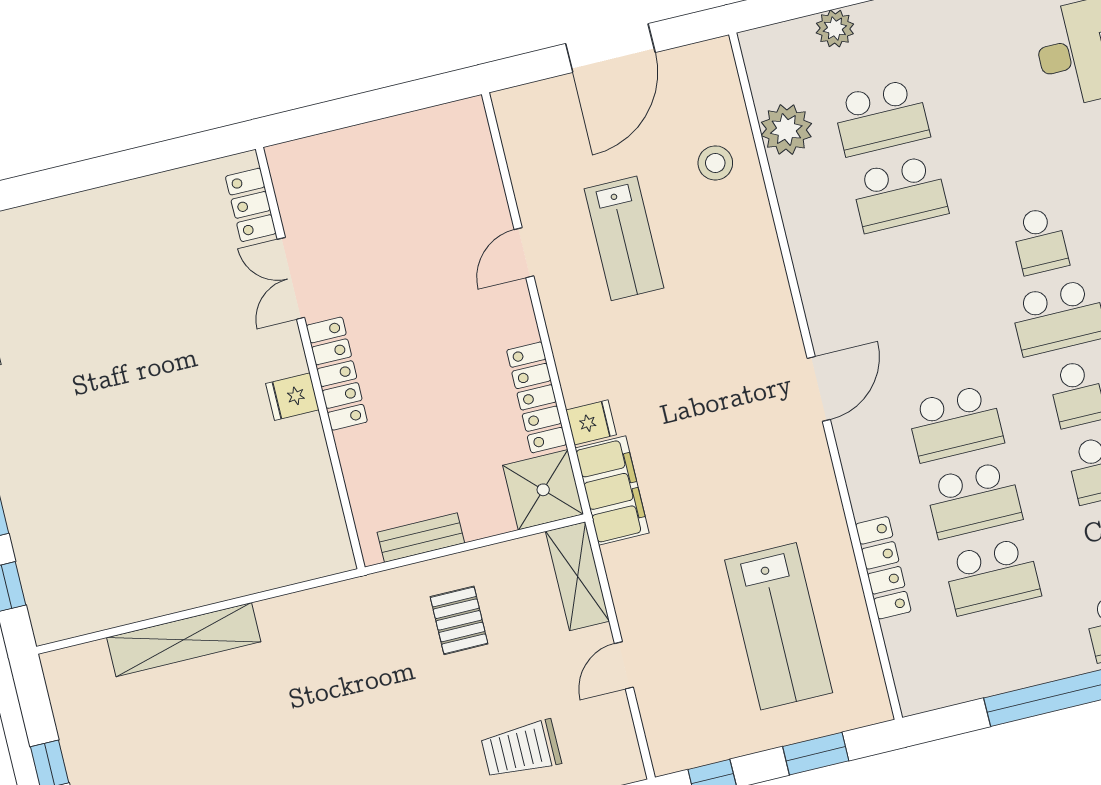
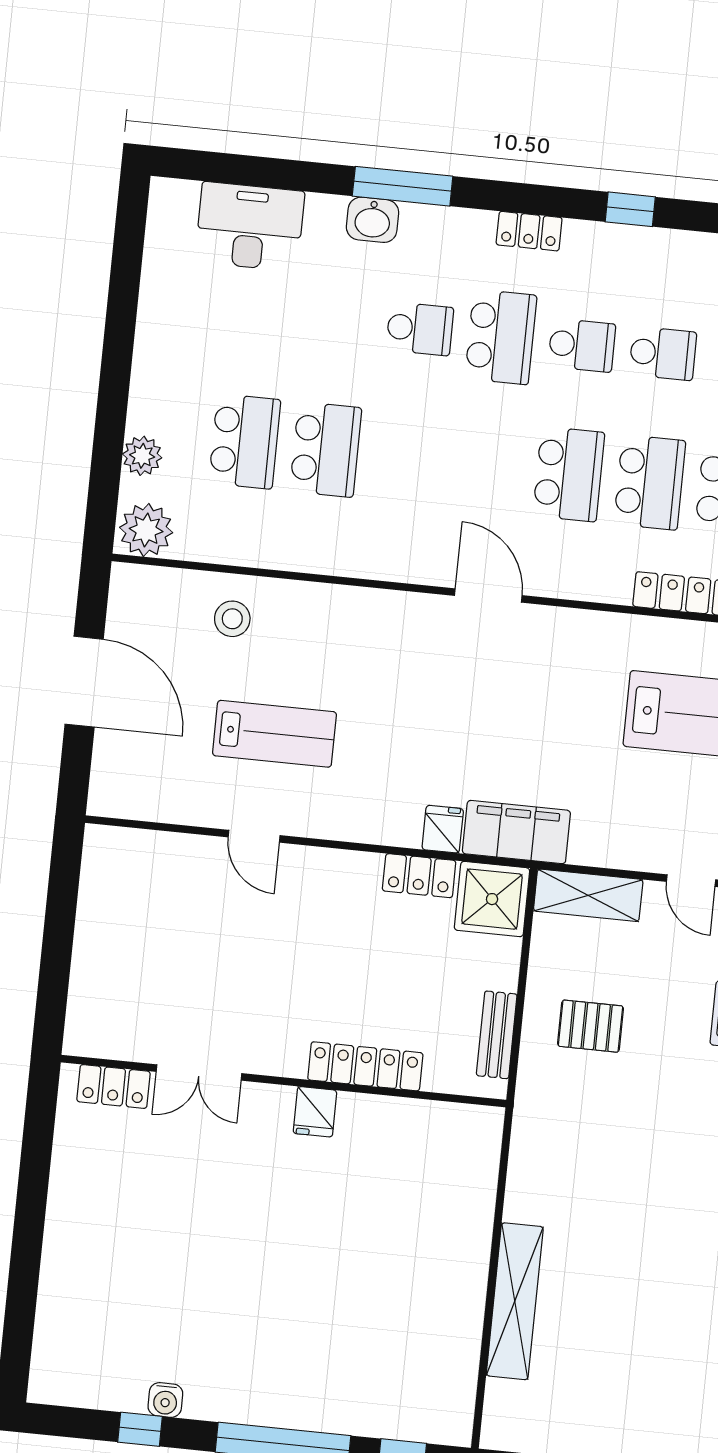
plant: (786, 129) -> (146, 530), moved
locker: (337, 374) -> (365, 1066), moved
locker: (537, 397) -> (419, 876), width x0.66

